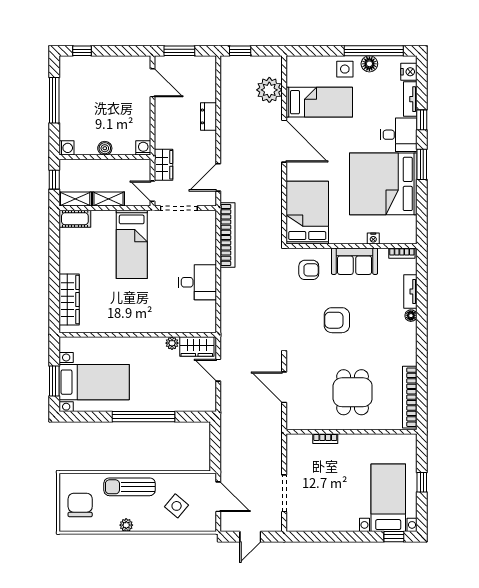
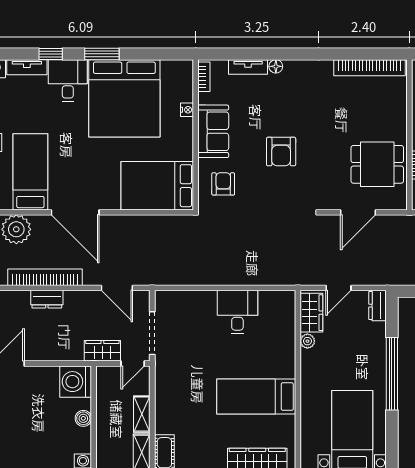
door: (284, 141) -> (75, 212), swing flipped
washing machine: (143, 148) -> (76, 382), width x1.89, depth x1.89
bookcase: (228, 235) -> (45, 277), moved
bed: (132, 244) -> (256, 397), moved, turned 180
dining table: (353, 392) -> (377, 164), moved
dresser: (203, 404) -> (378, 306), added

